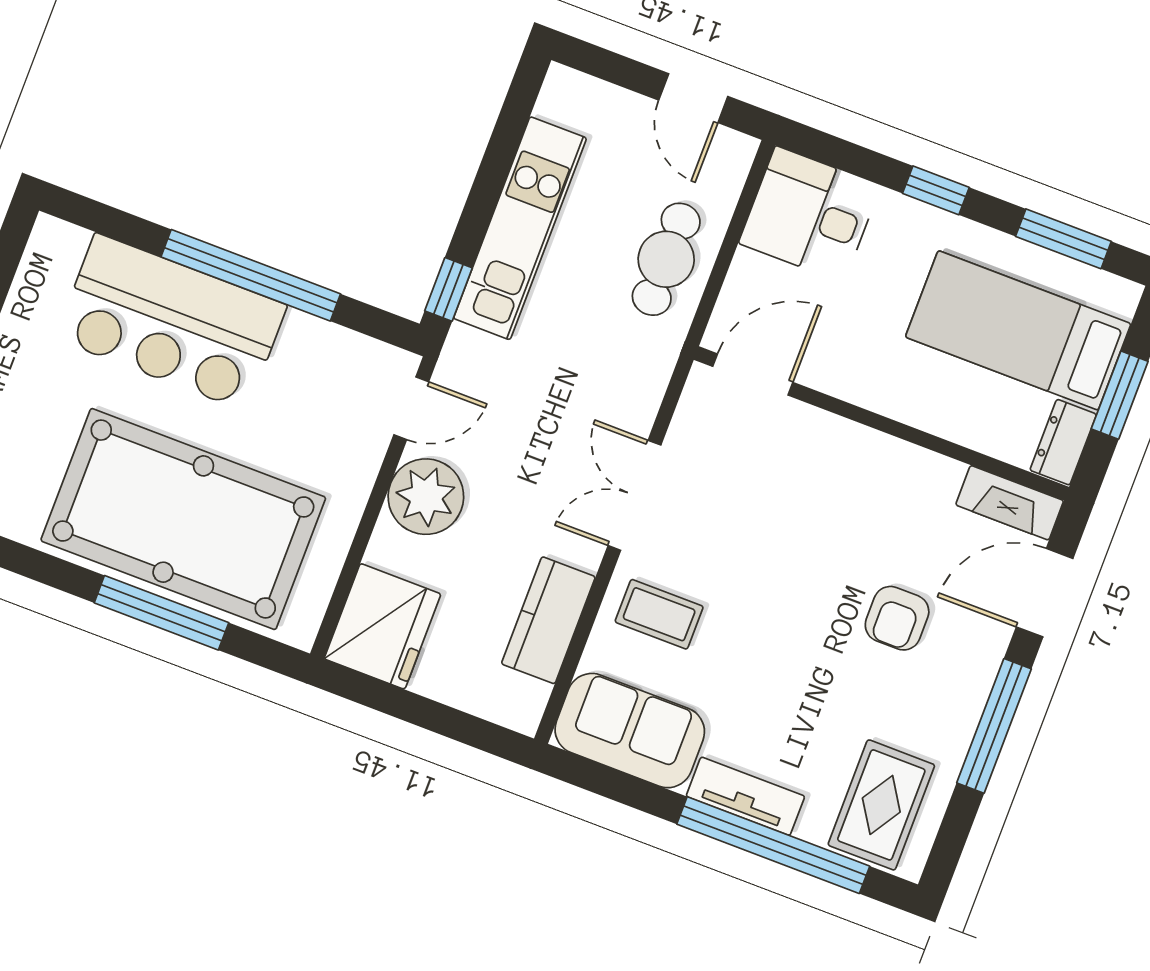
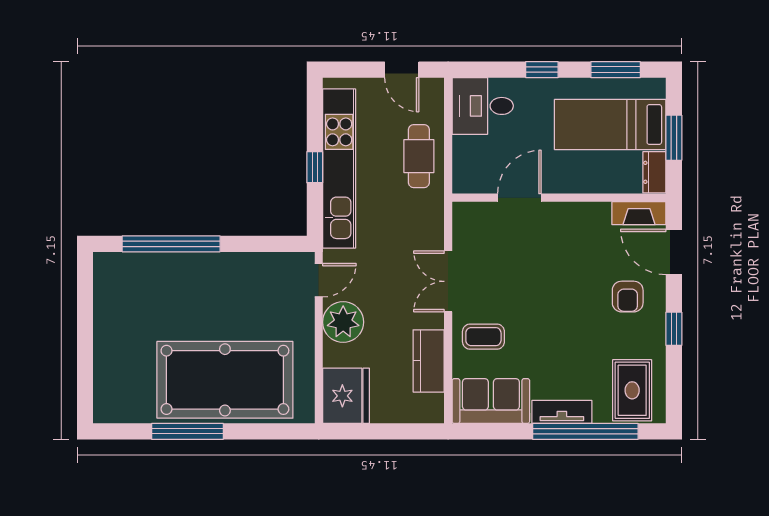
kitchen unit: (520, 228) -> (339, 168), width x1.36
window: (251, 275) -> (171, 244), moved
window: (448, 289) -> (315, 167), moved
bar counter: (171, 322) -> (181, 283), removed
door: (753, 374) -> (519, 198), moved
door: (1045, 593) -> (674, 252), hinge flipped
window: (161, 613) -> (187, 431), moved
armchair: (897, 618) -> (628, 297), moved
window: (994, 726) -> (674, 329), width x0.46

